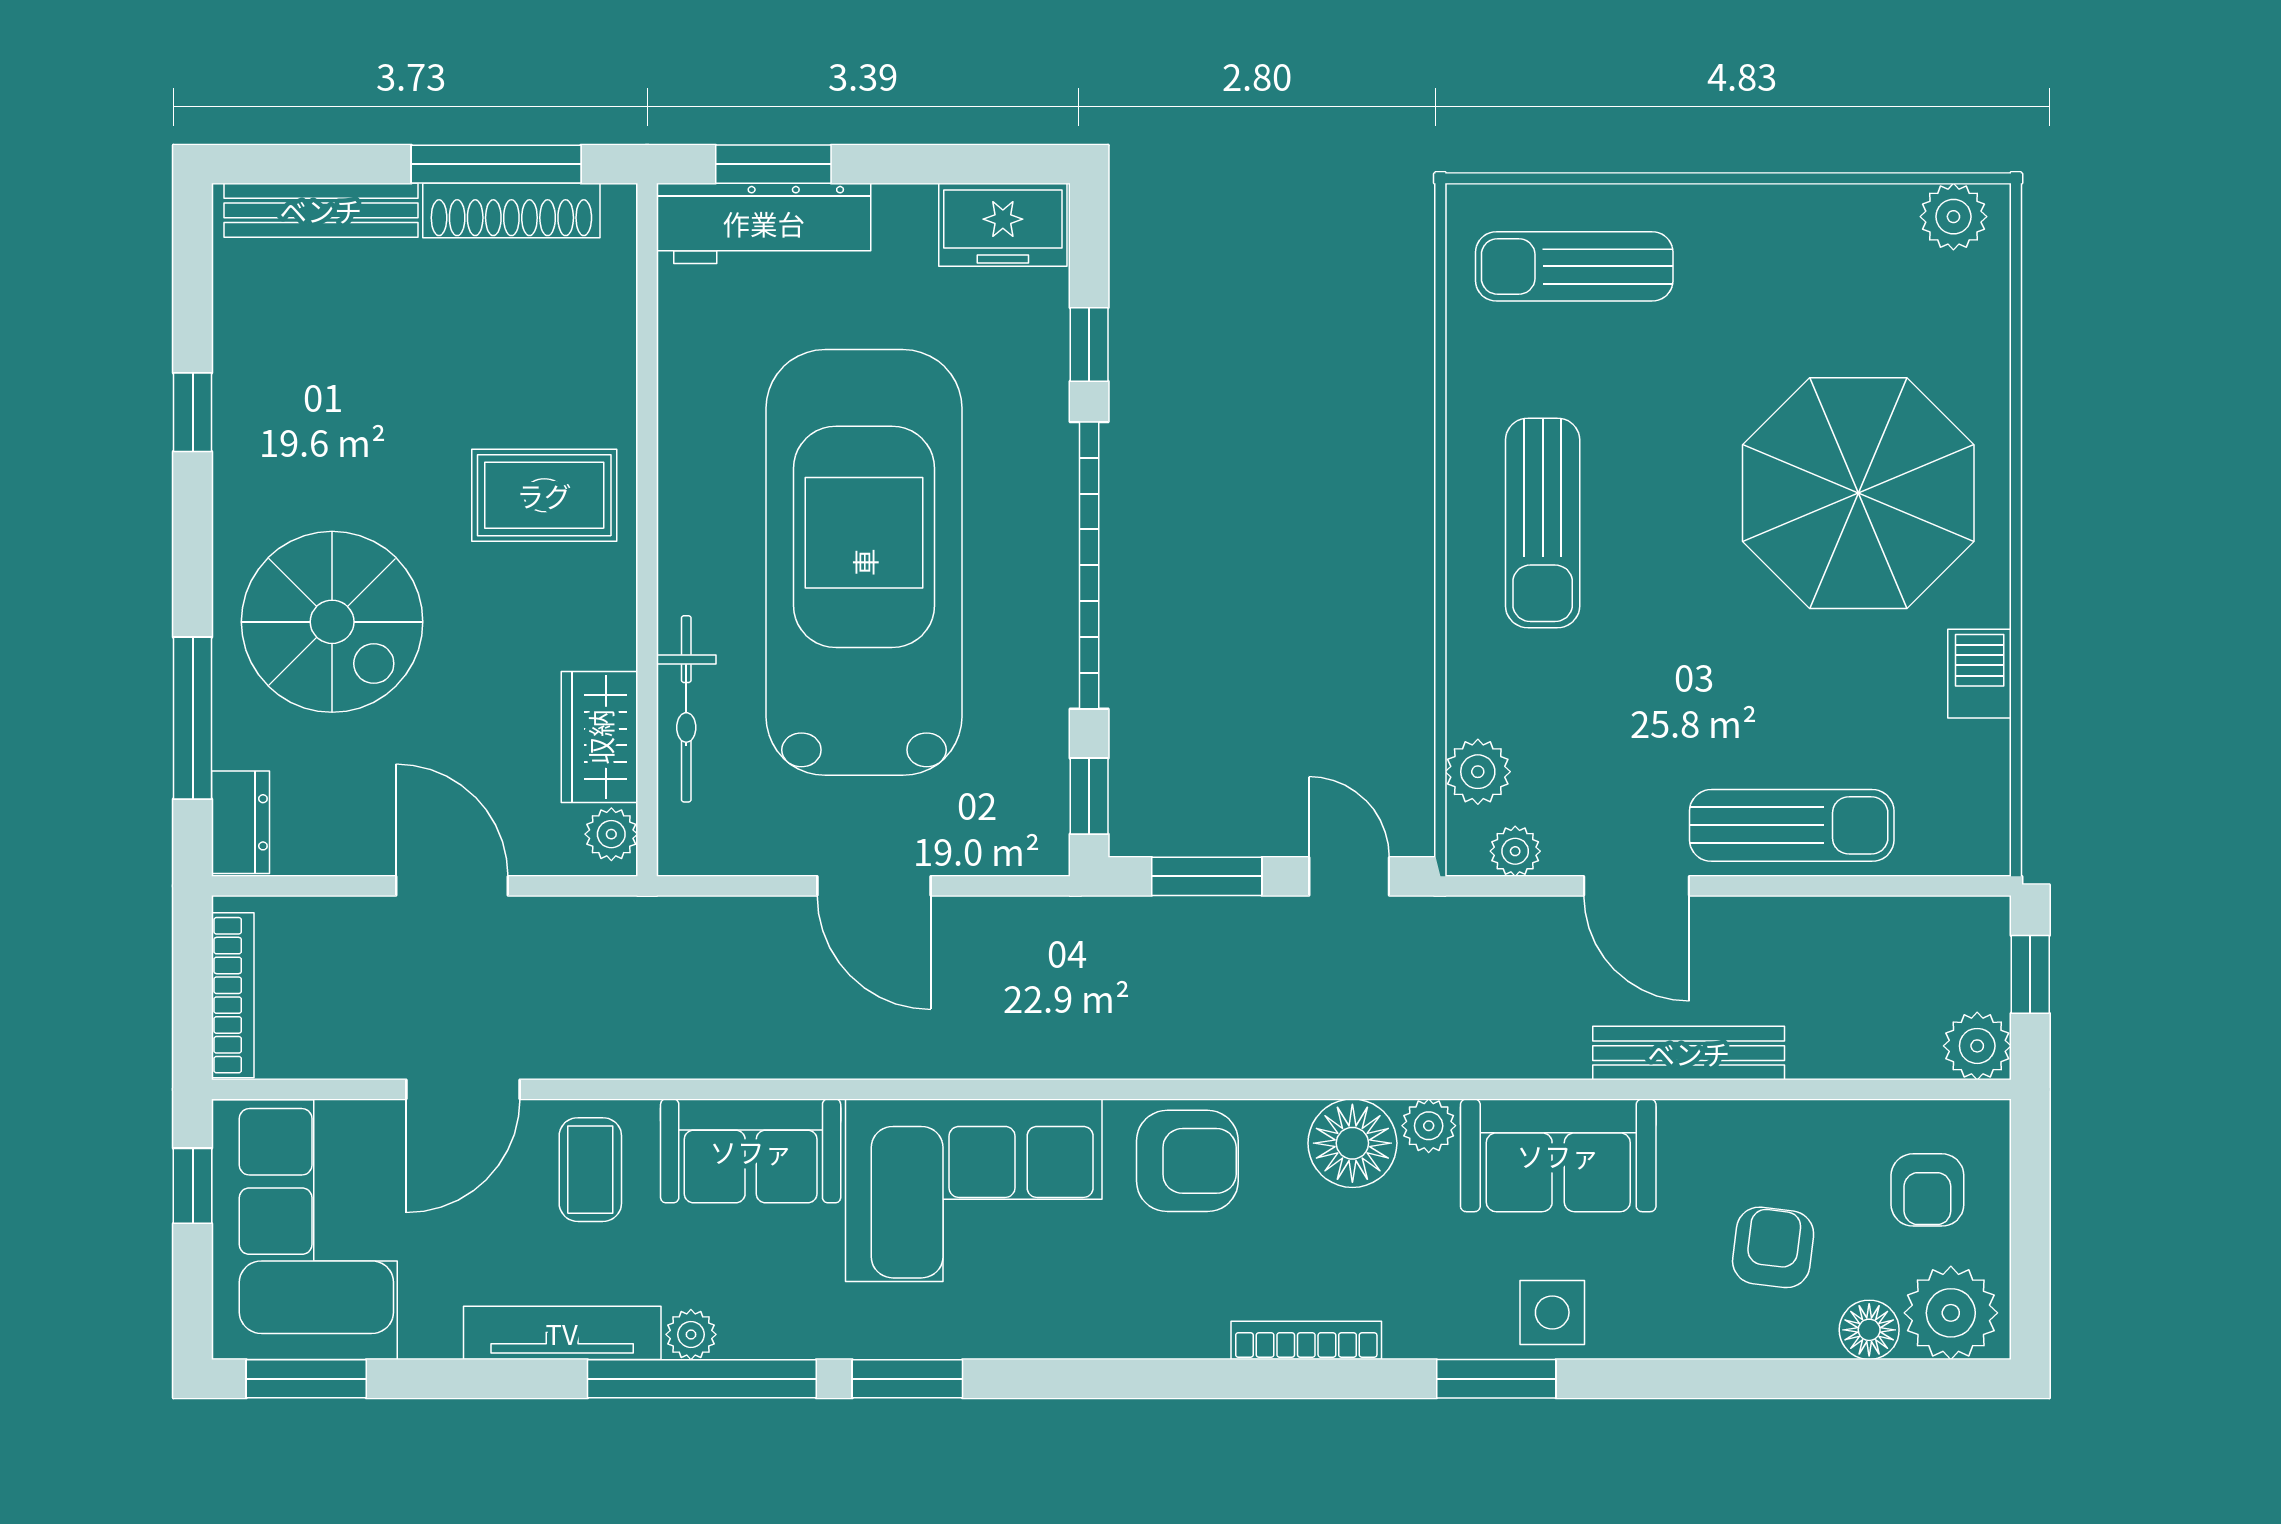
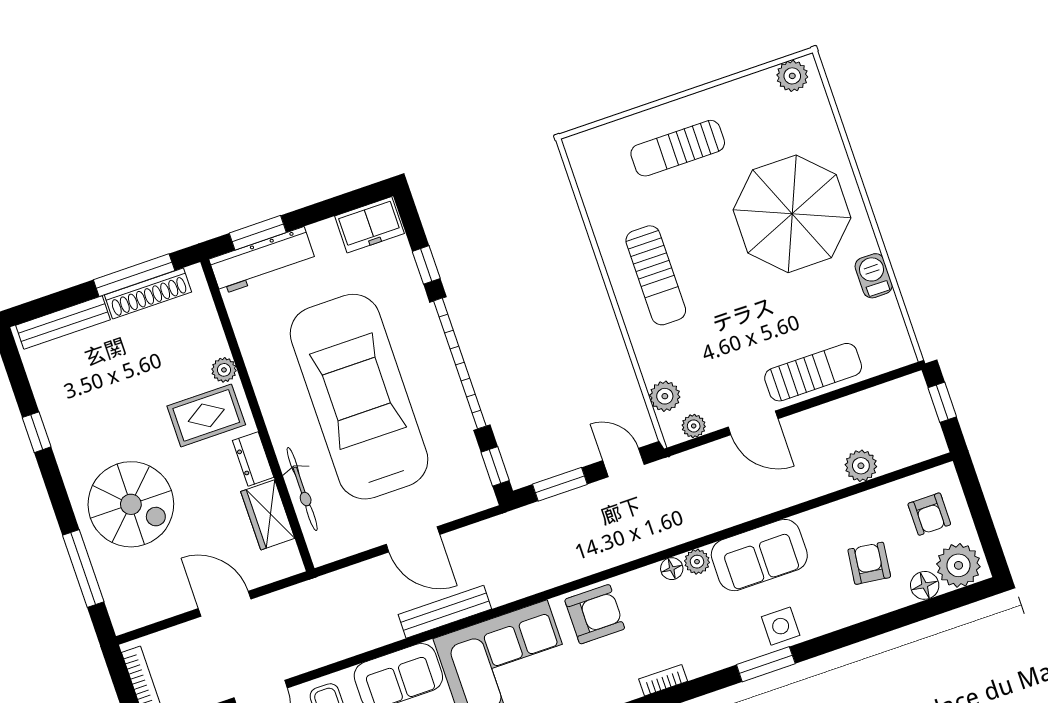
sun lounger: (1574, 266) -> (678, 148), moved
dresser: (240, 822) -> (253, 459), moved, turned 180
plant: (611, 834) -> (224, 370), moved
plant: (1977, 1046) -> (861, 466), moved
bench: (1689, 1053) -> (445, 612), moved
floor lamp: (1352, 1143) -> (672, 569), width x0.53, depth x0.53
bookcase: (1306, 1340) -> (663, 680), width x0.64

